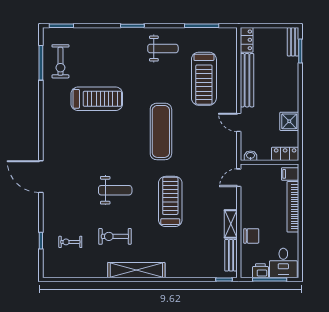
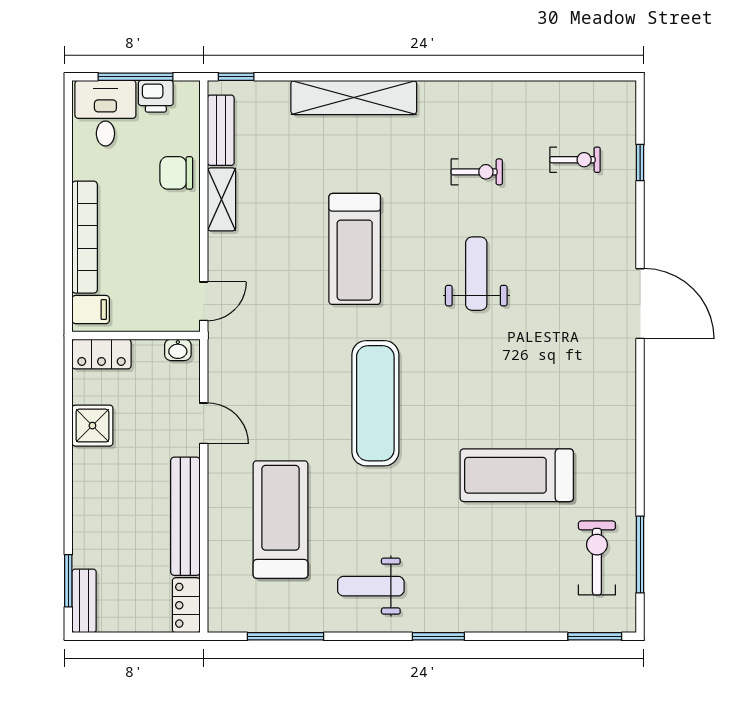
weight bench: (115, 190) -> (476, 274), turned 90
exercise bike: (115, 236) -> (477, 172), width x0.73, depth x0.72
shelving: (136, 270) -> (354, 97), moved

